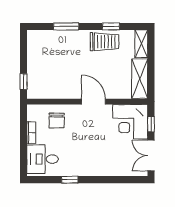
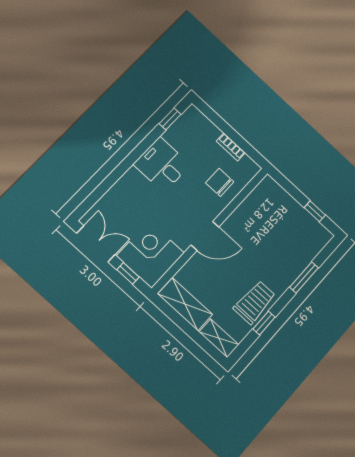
trolley: (105, 42) -> (255, 302), turned 180
window: (24, 82) -> (315, 211), moved
desk: (43, 159) -> (162, 165), moved, turned -90
window: (70, 180) -> (170, 119), moved

